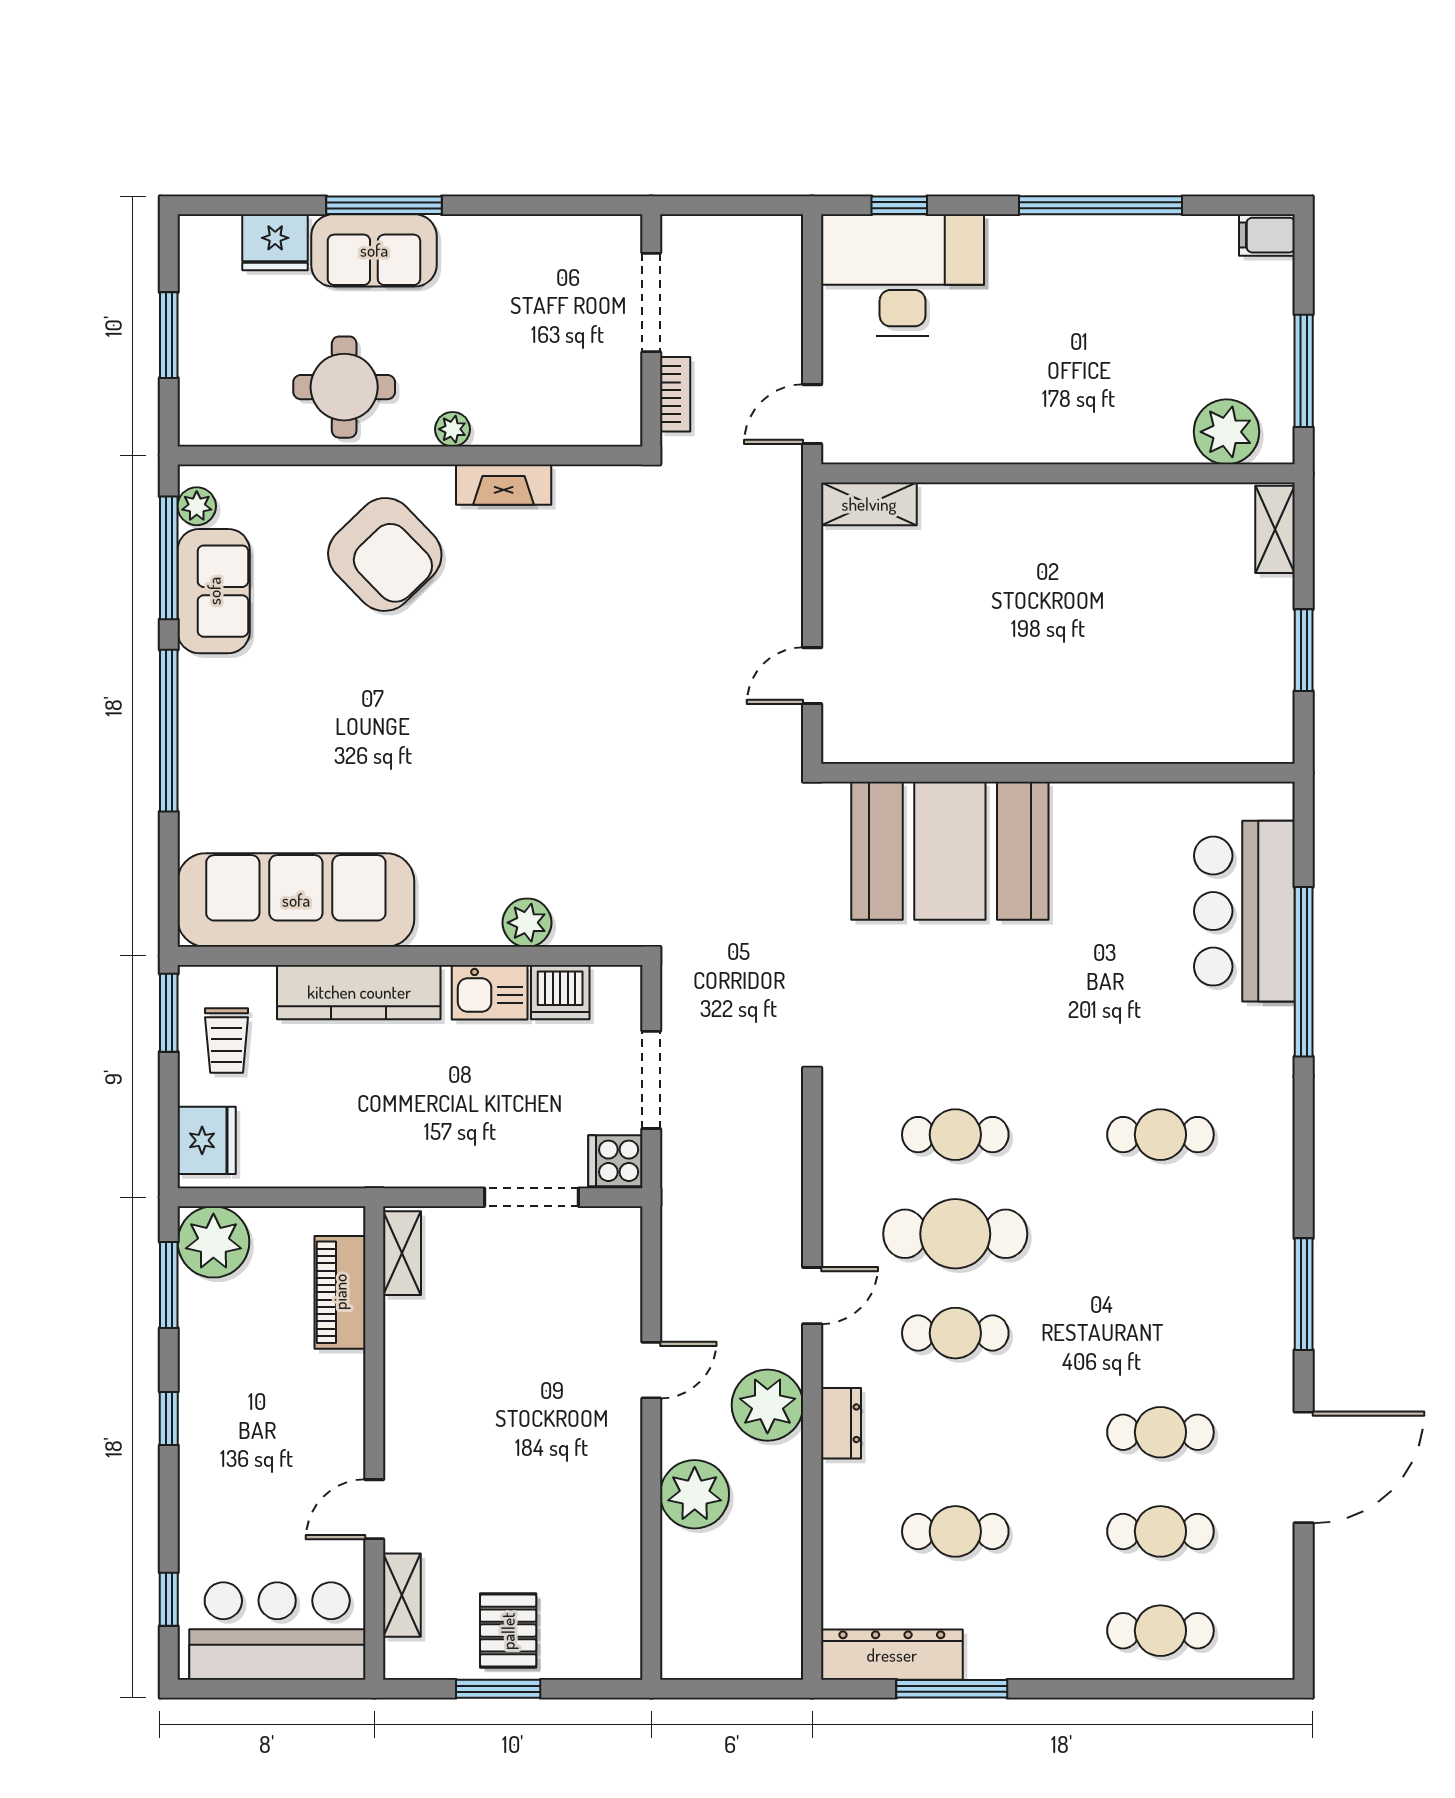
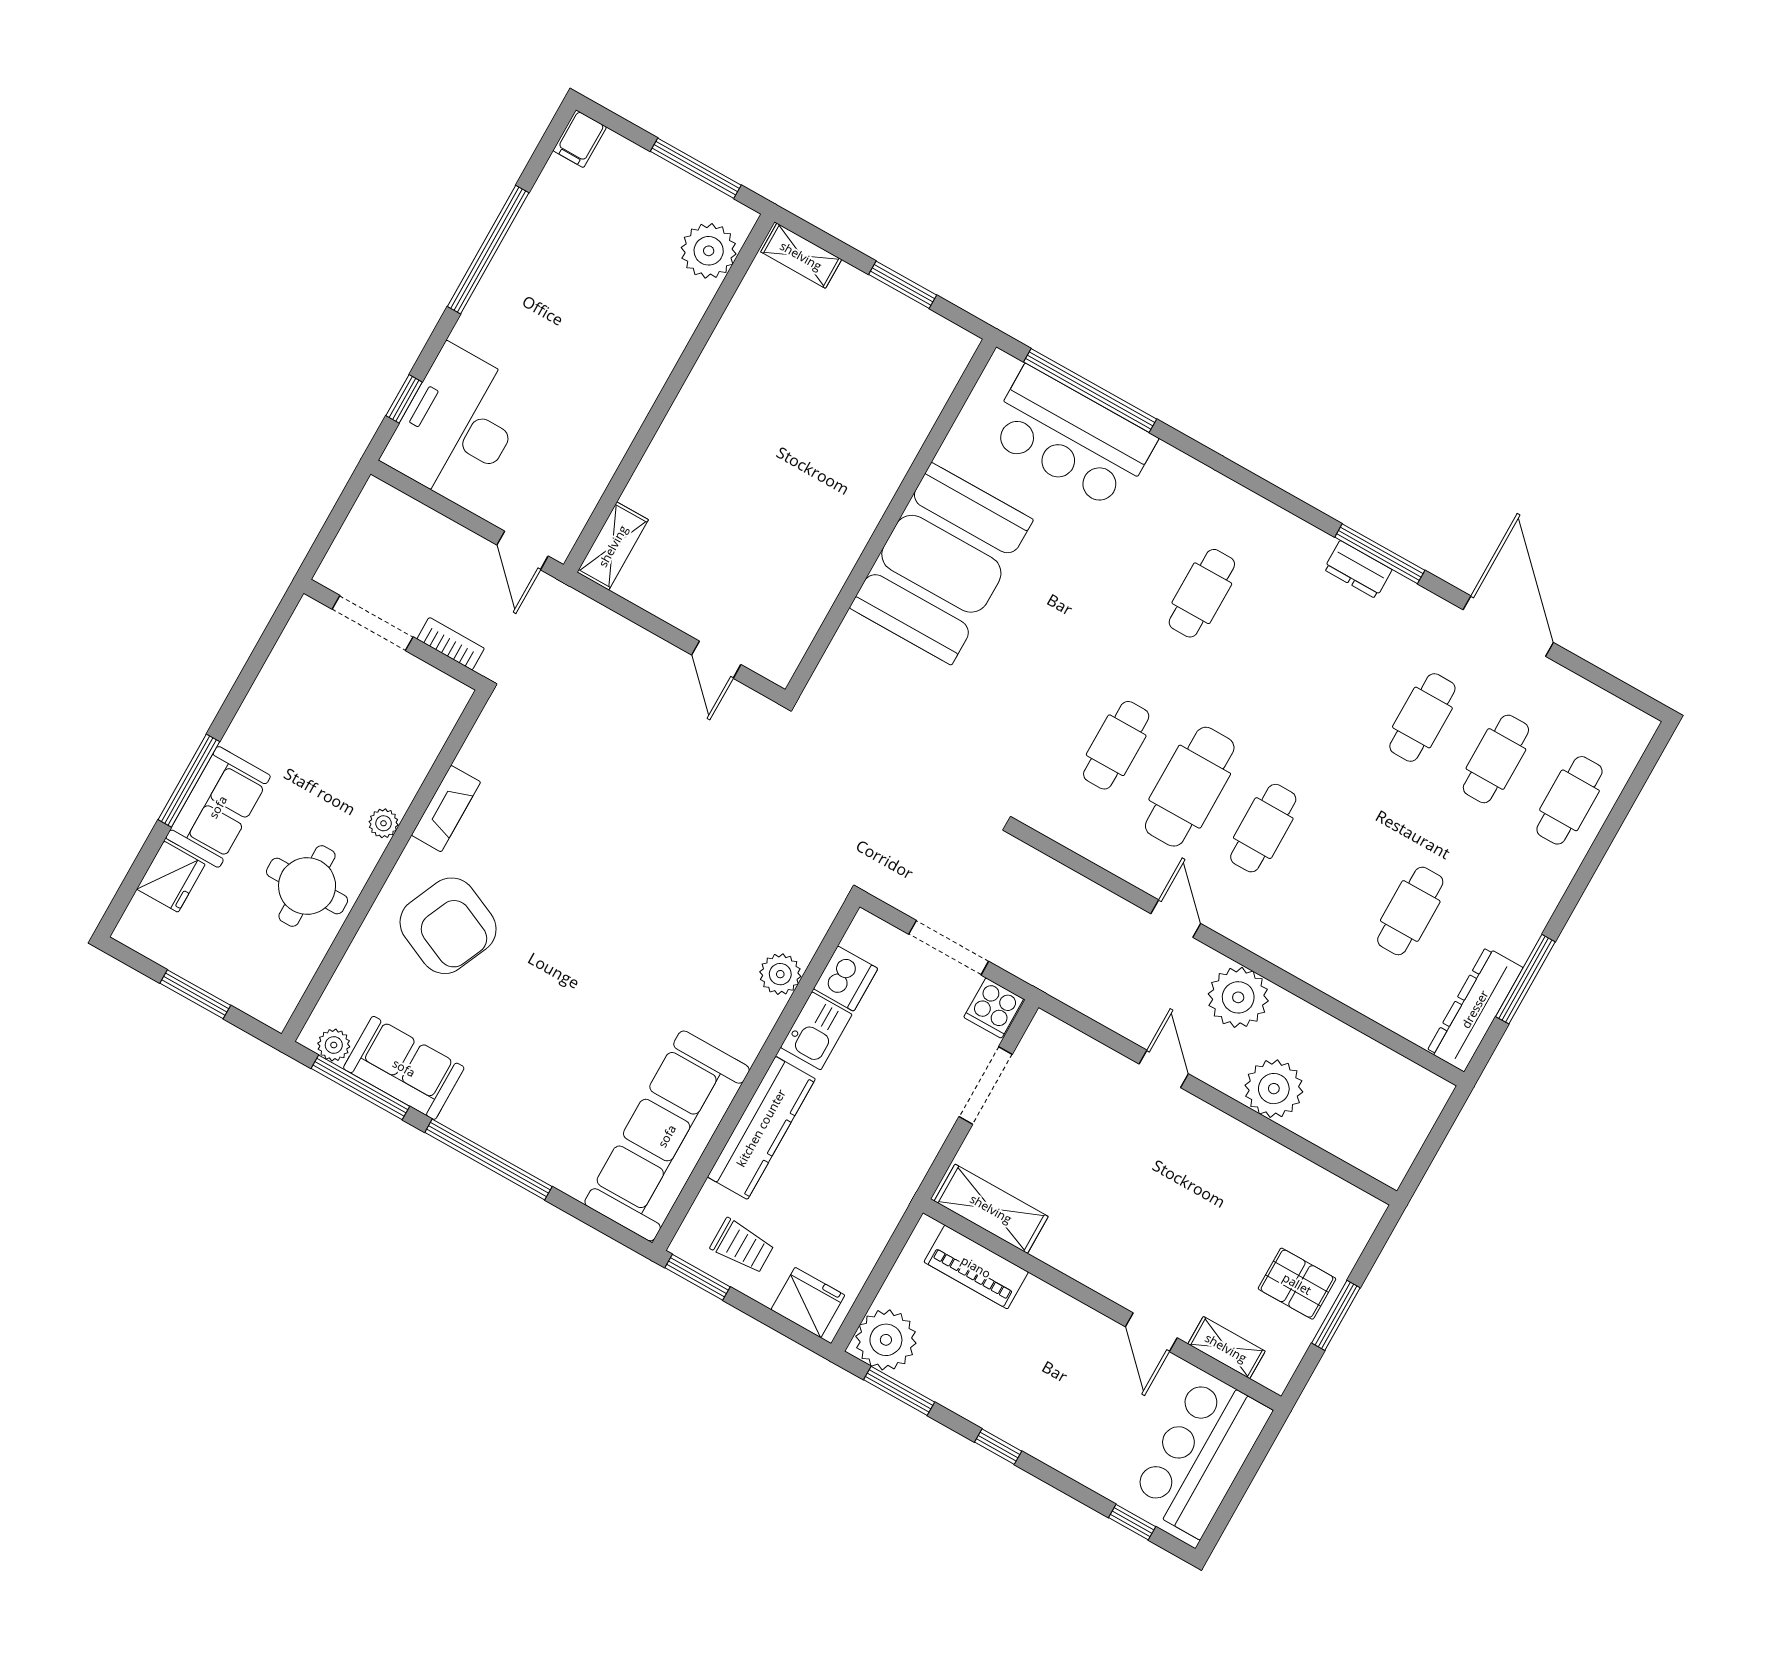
armchair: (385, 554) -> (448, 926), turned 68
booth: (950, 851) -> (941, 564), moved
window: (1304, 972) -> (1090, 390), moved
shelving: (402, 1253) -> (991, 1209), width x1.50, depth x1.33
dresser: (841, 1423) -> (1358, 570), moved, turned 180

